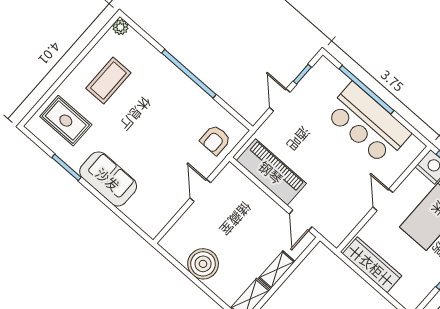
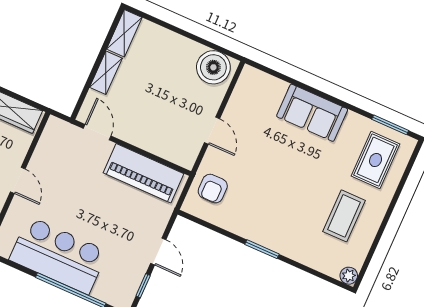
window: (189, 74) -> (262, 249), width x0.47
rug: (66, 121) -> (376, 160), turned 90
armchair: (215, 140) -> (213, 189), turned 180
window: (67, 167) -> (390, 125), moved
boiler: (203, 264) -> (213, 67), moved

